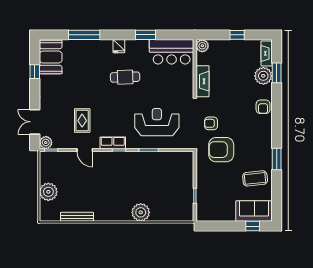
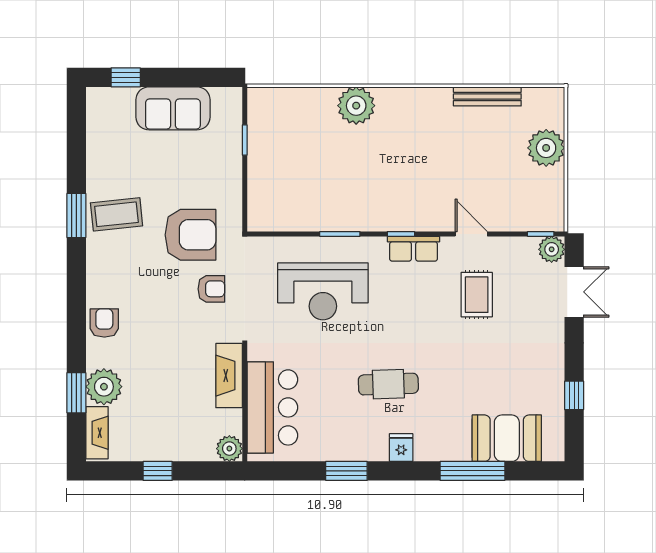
bar counter: (172, 52) -> (272, 407), moved, turned 90
booth: (51, 57) -> (507, 438), moved, turned 90
coffee table: (255, 178) -> (117, 214), moved
sofa: (254, 211) -> (173, 108), moved

